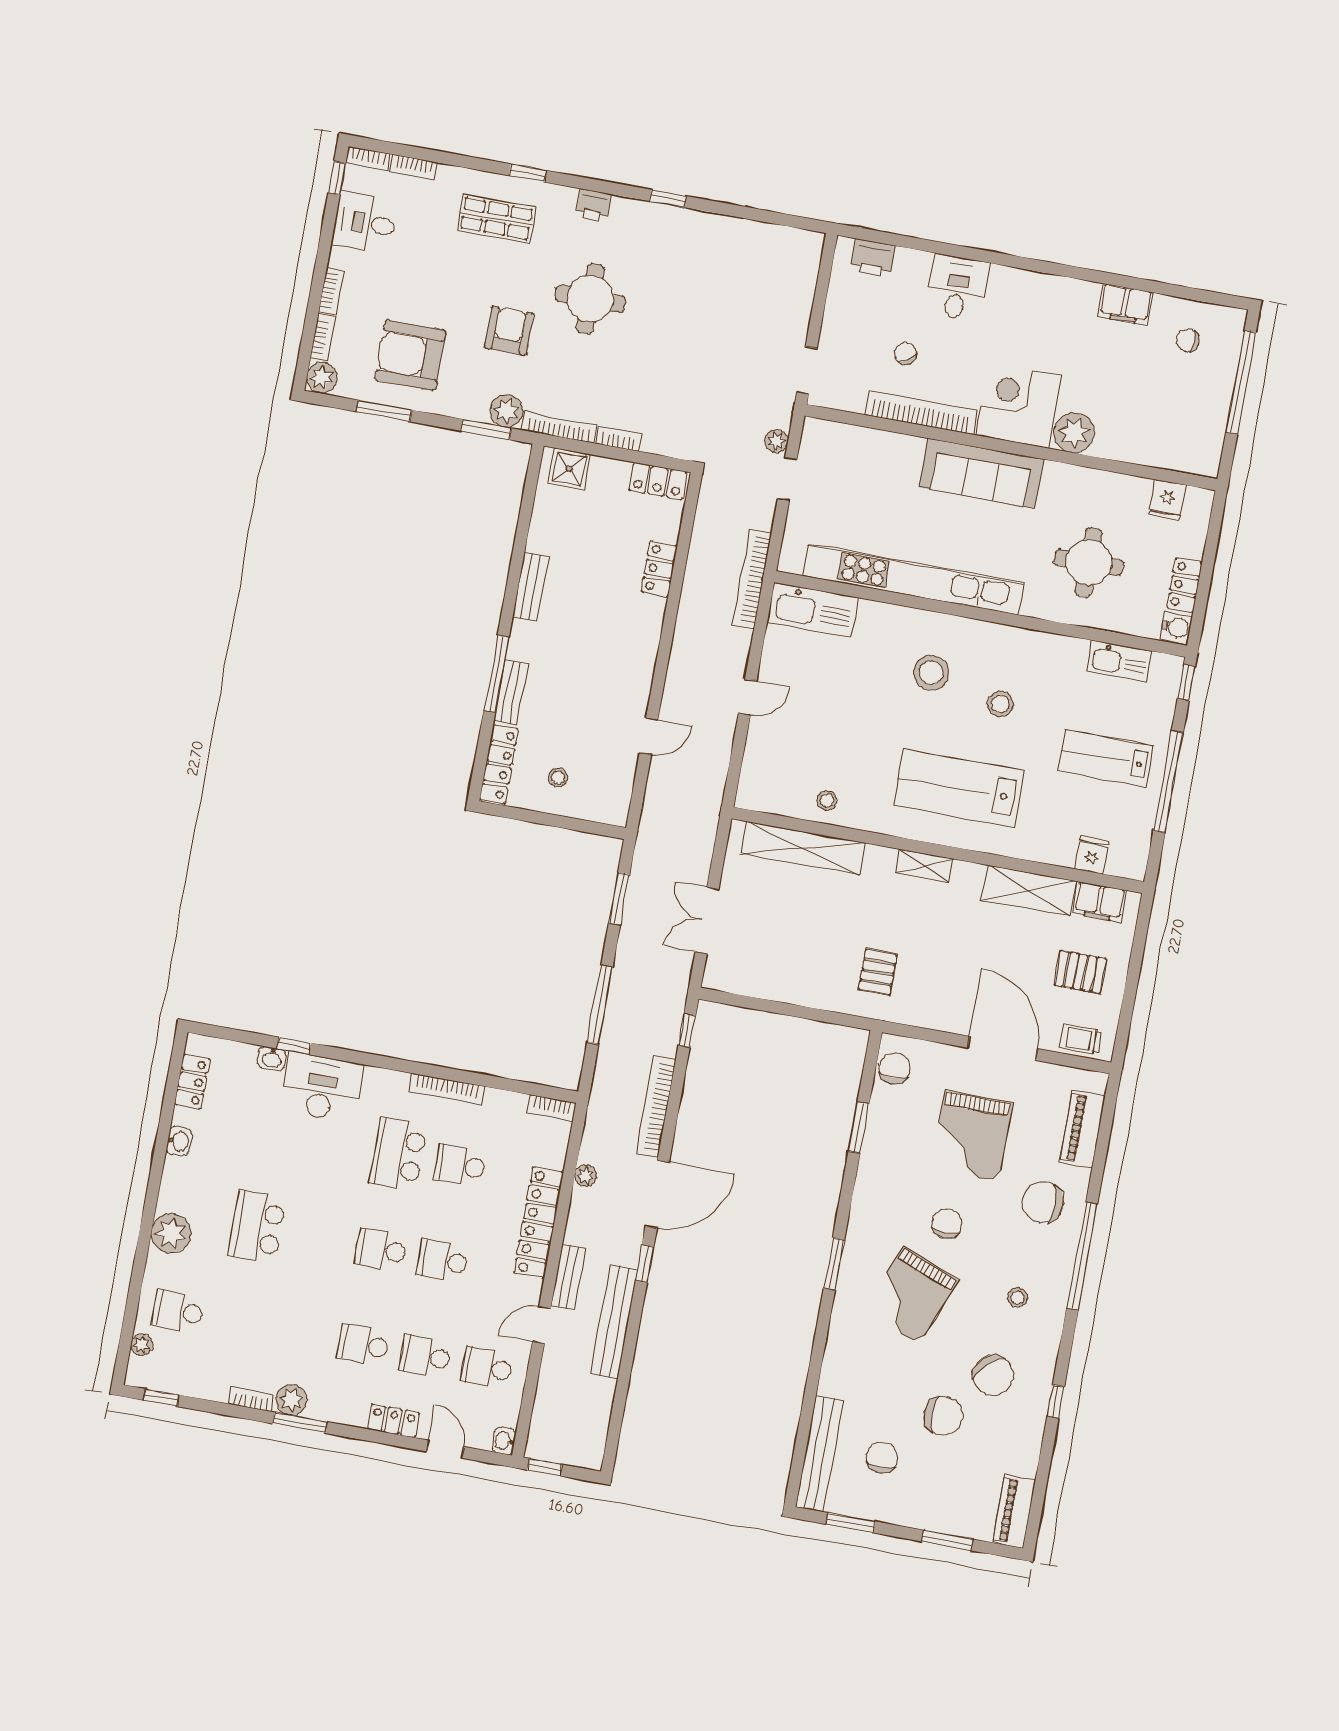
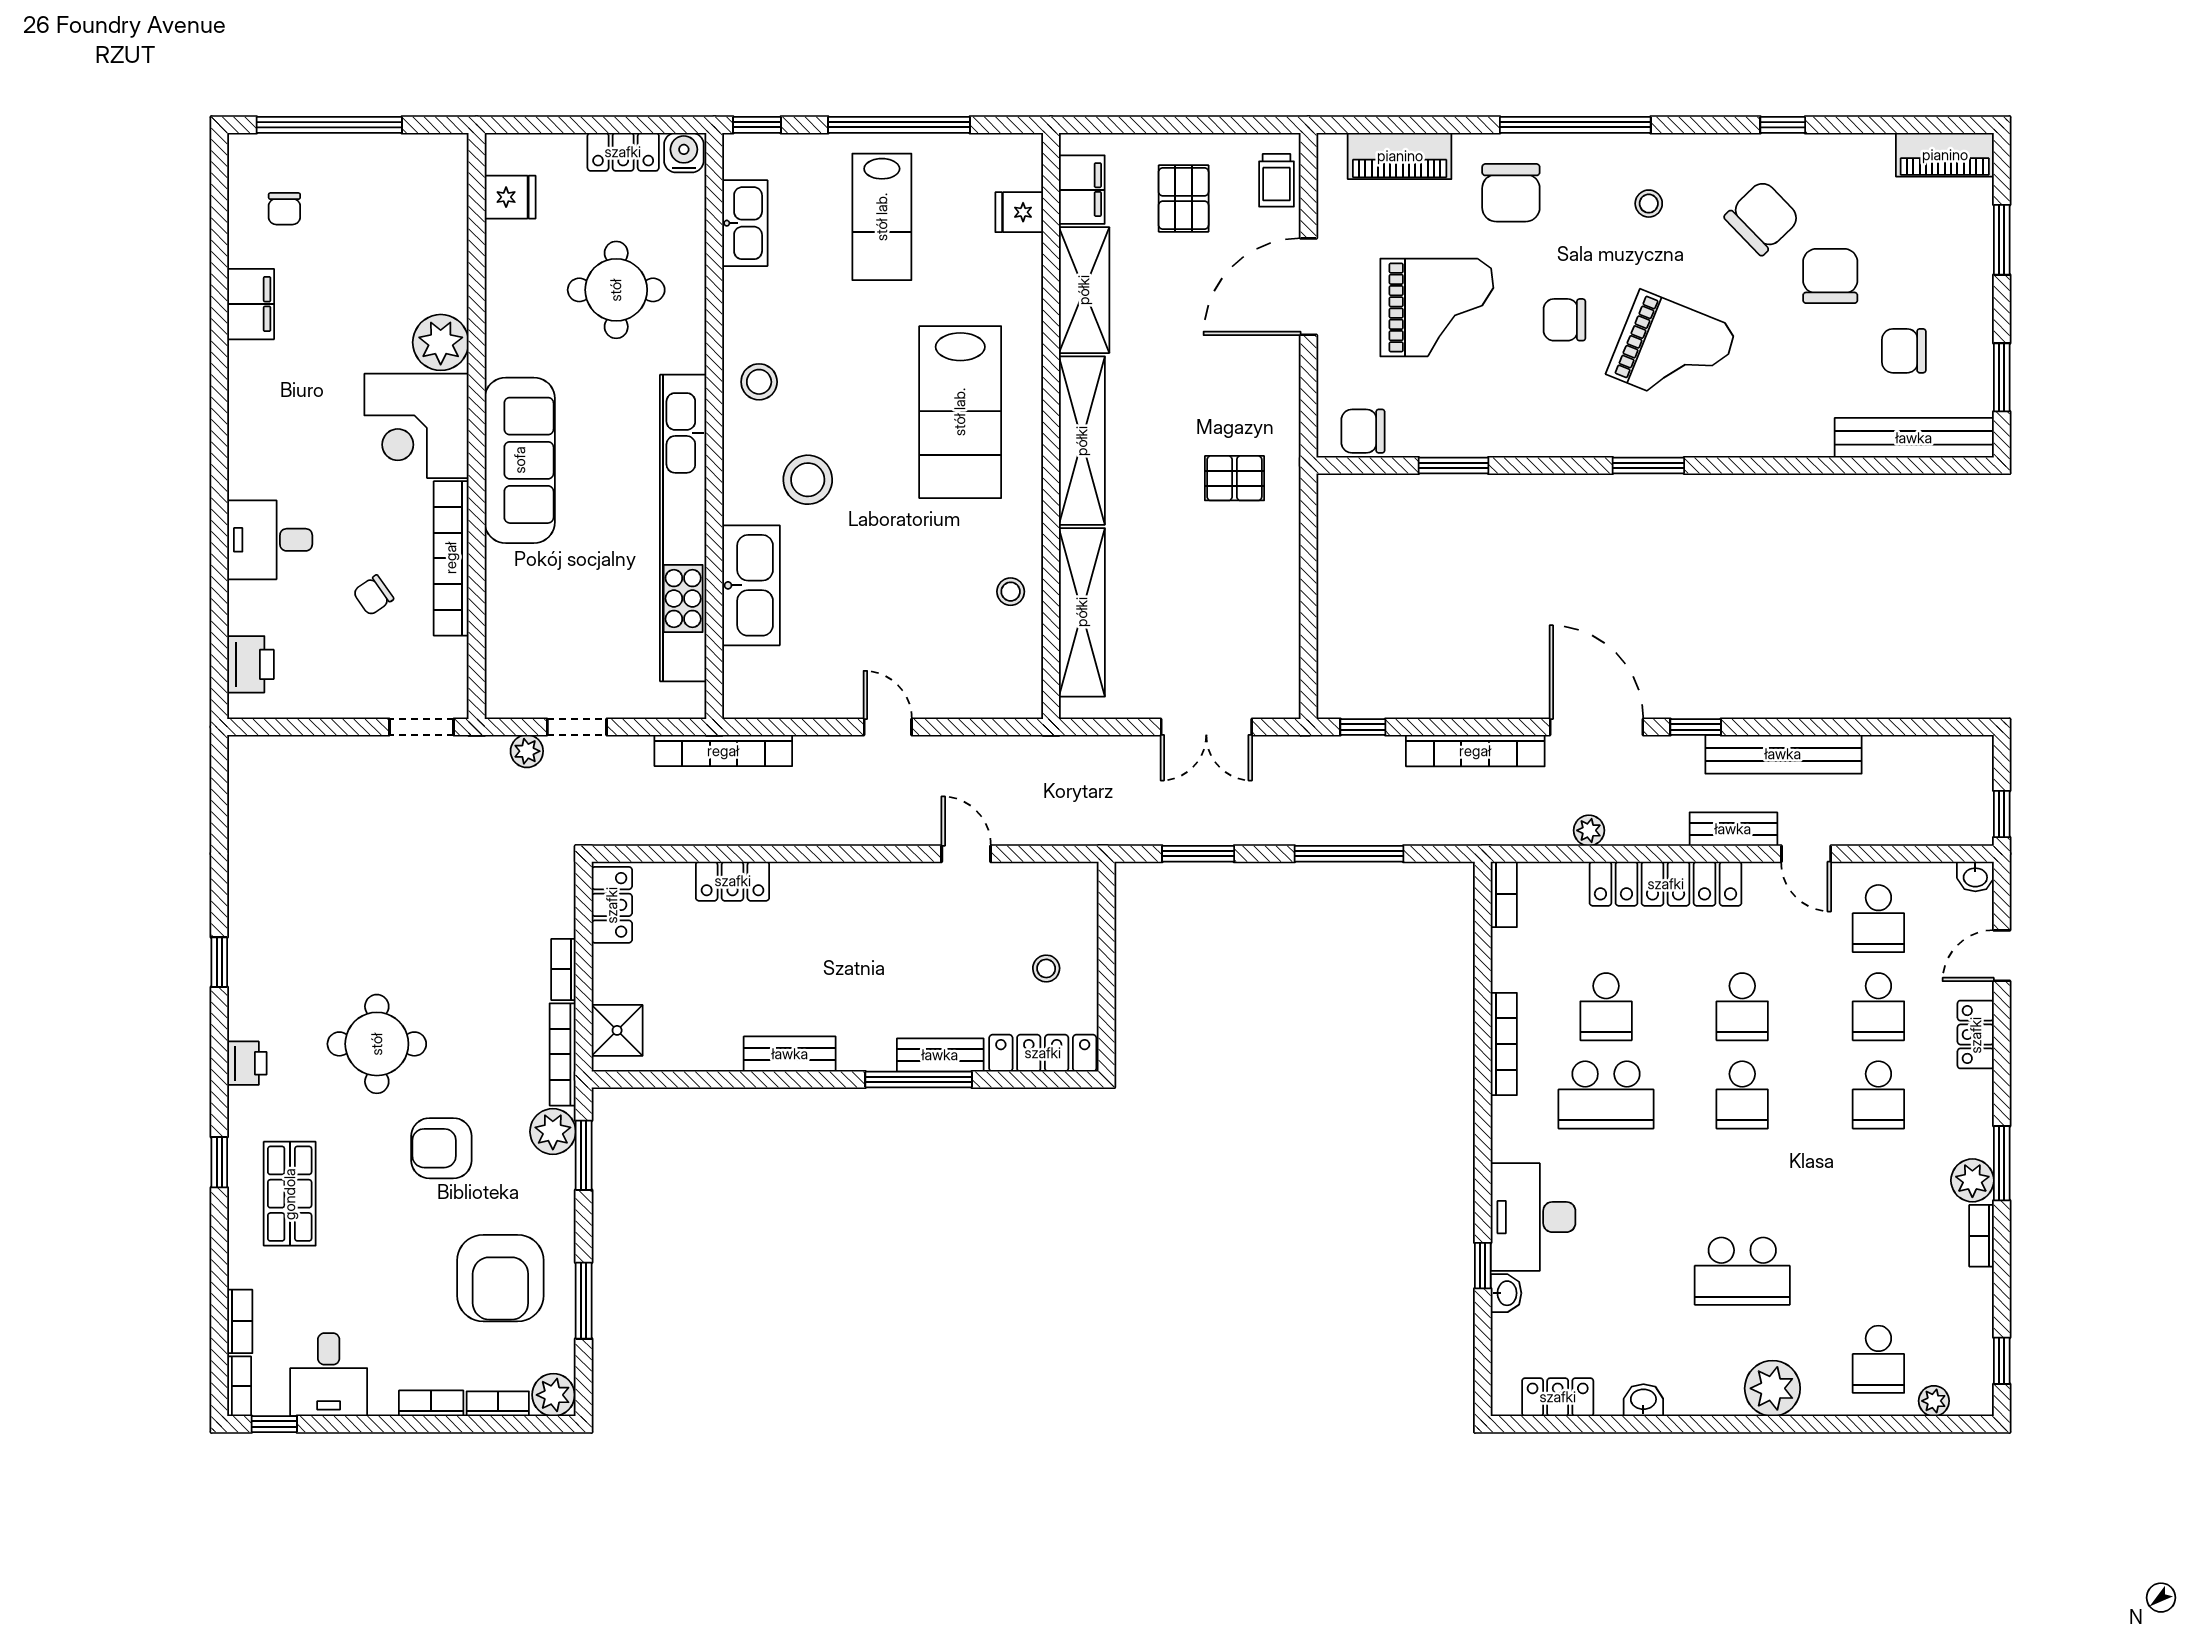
kitchen sink: (813, 610) -> (751, 585), moved
stool: (1000, 704) -> (759, 382), moved
shelving: (924, 866) -> (1082, 441), width x2.20, depth x1.33

